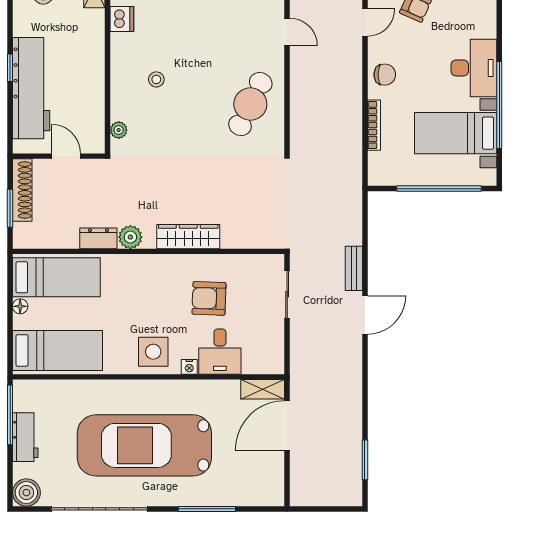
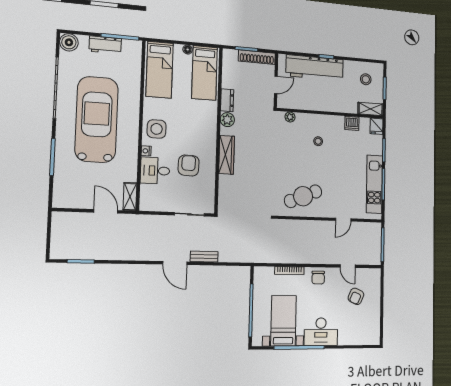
cafe table: (250, 104) -> (303, 196), turned -48
door: (287, 425) -> (106, 211), width x0.73

